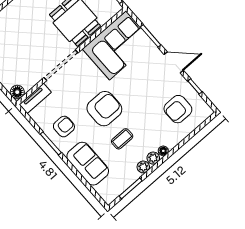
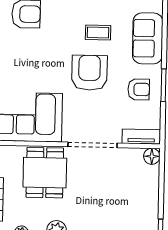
armchair: (104, 109) -> (89, 73), turned 90
armchair: (64, 127) -> (139, 89), turned 180

